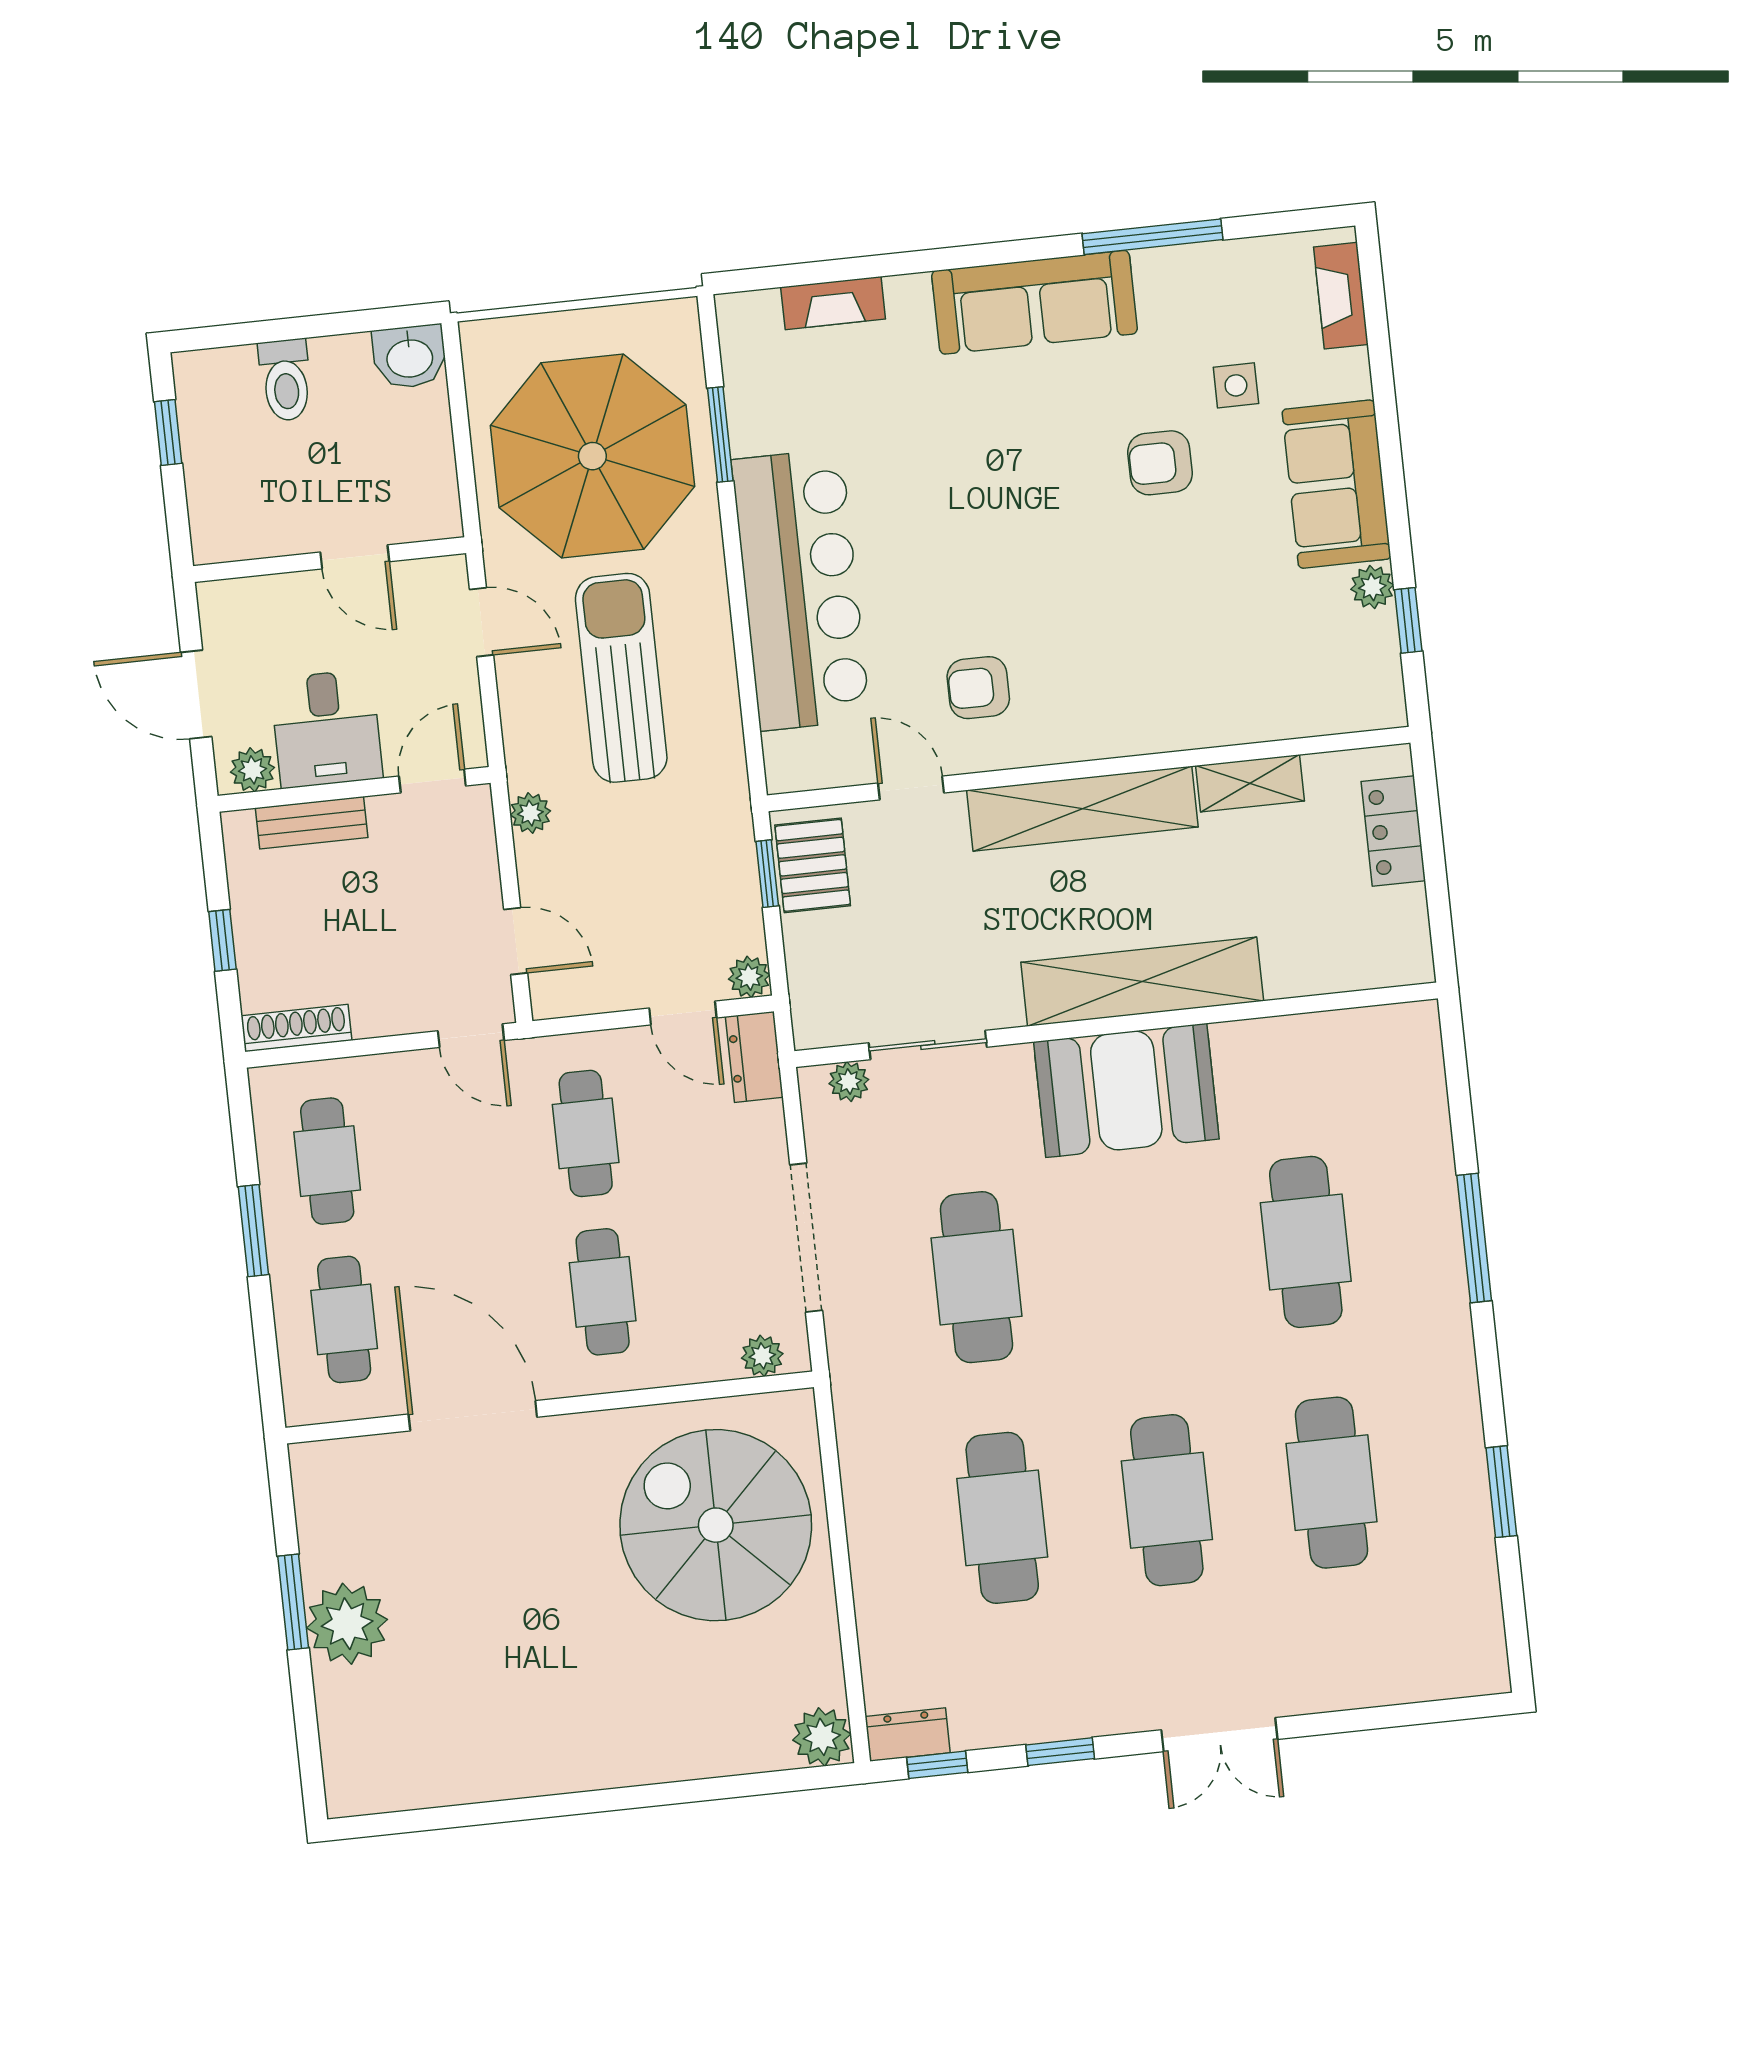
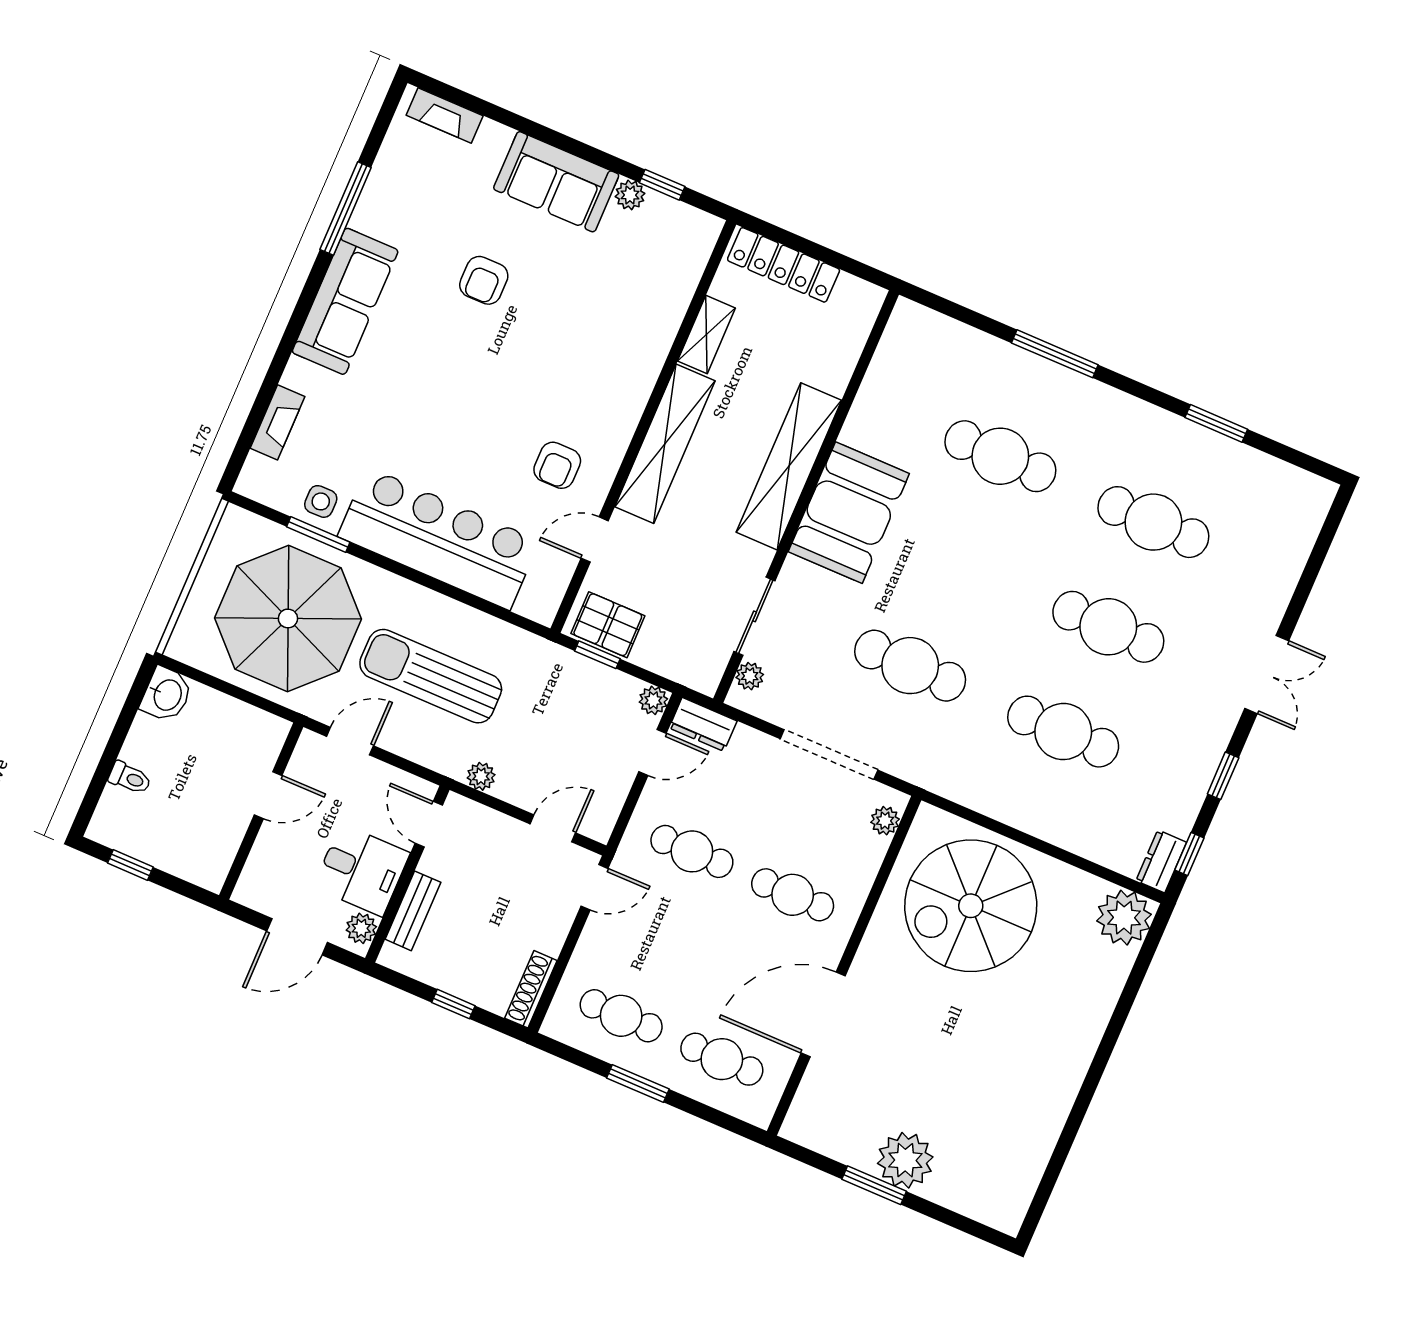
toilet: (286, 380) -> (130, 778), width x0.73, depth x0.72
side table: (1236, 385) -> (321, 501), moved
locker: (1393, 831) -> (784, 265), width x1.53
plant: (822, 1737) -> (1124, 918), width x1.36, depth x1.36

